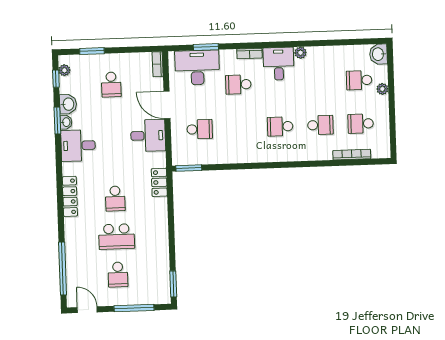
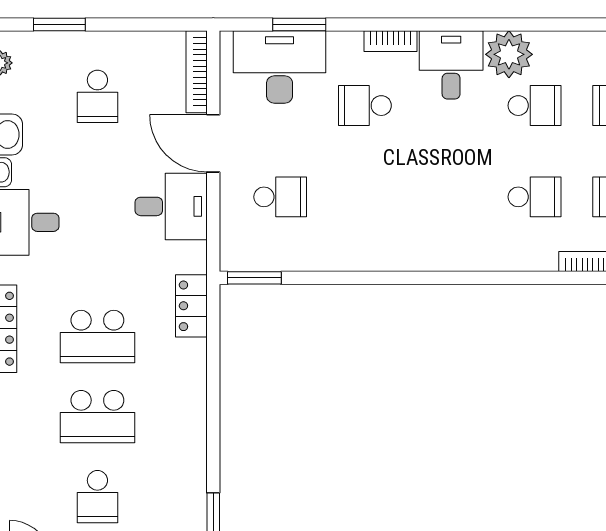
plant: (300, 53) -> (509, 54), width x1.87, depth x1.87
bookcase: (158, 64) -> (197, 72), width x1.56
school desk: (280, 126) -> (534, 106), moved, turned 180
school desk: (115, 198) -> (97, 336), width x1.85

